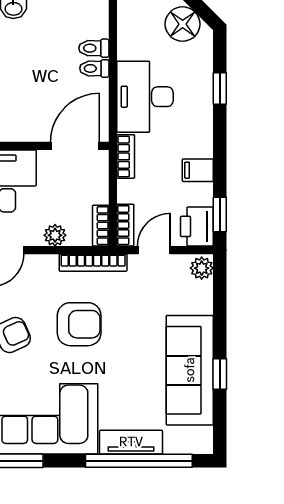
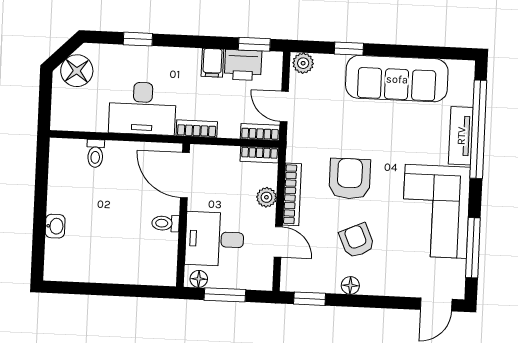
toilet: (94, 68) -> (165, 223), moved, turned 90
printer: (197, 226) -> (243, 65), moved
bookcase: (93, 263) -> (292, 194), moved
window: (220, 374) -> (349, 49), moved

